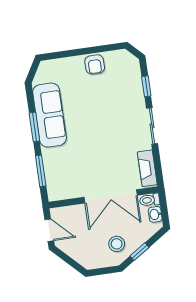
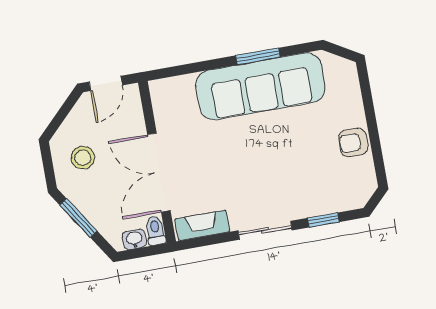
sofa: (50, 115) -> (261, 86), width x1.36, depth x1.27
window: (41, 171) -> (193, 68), removed
stool: (117, 244) -> (83, 158), moved
window: (139, 252) -> (78, 218), width x1.50

